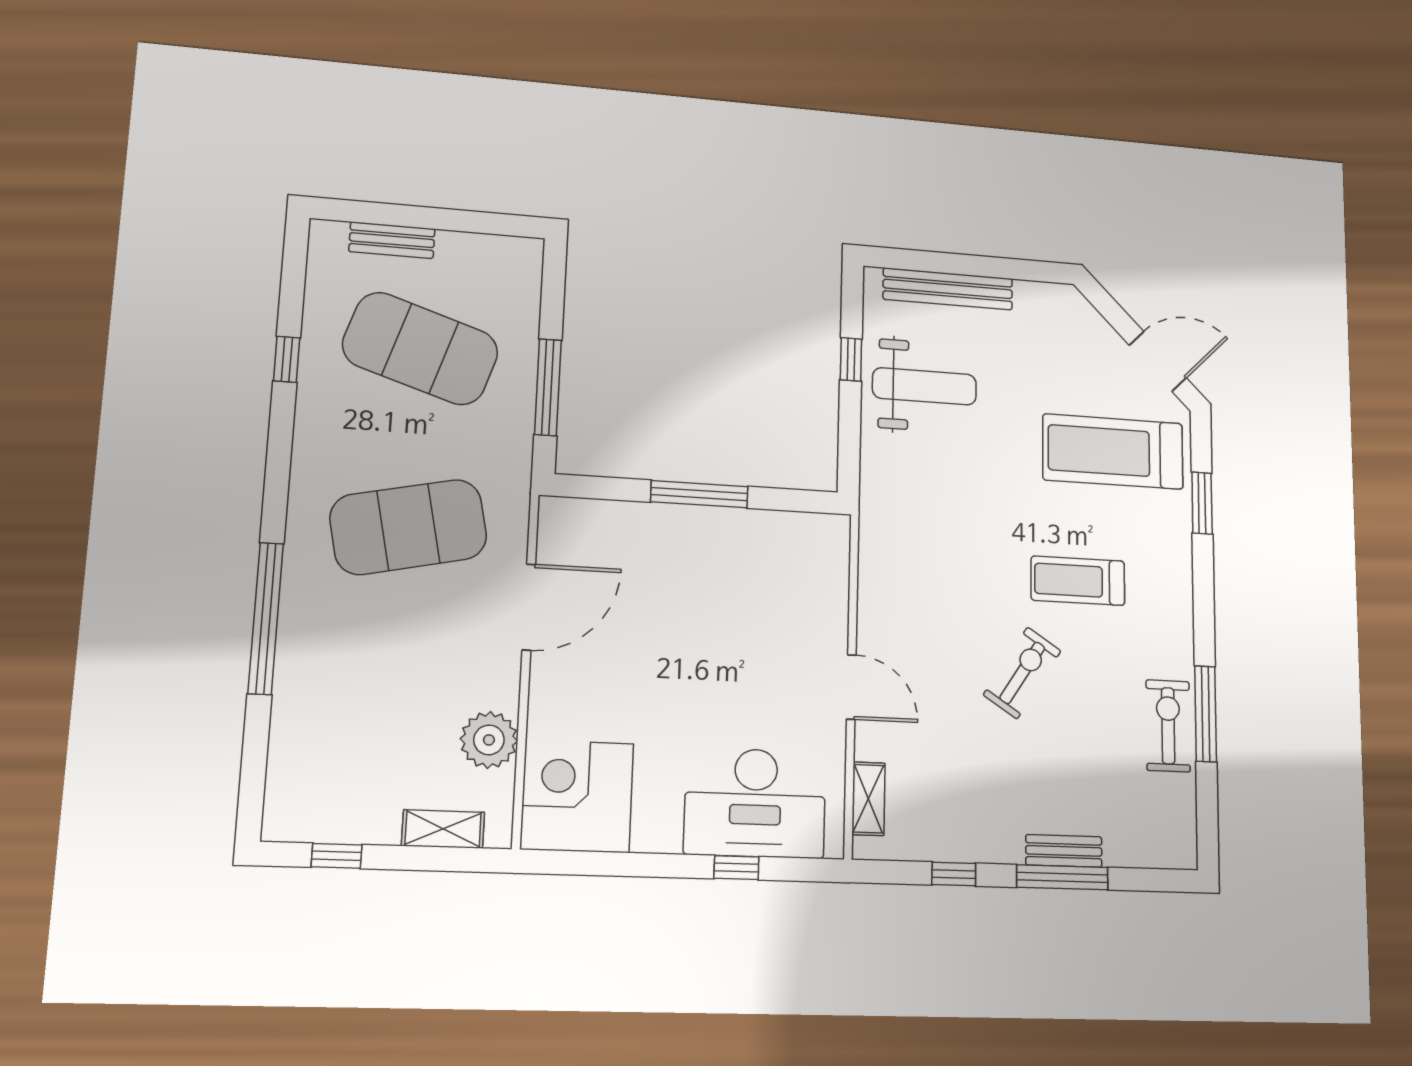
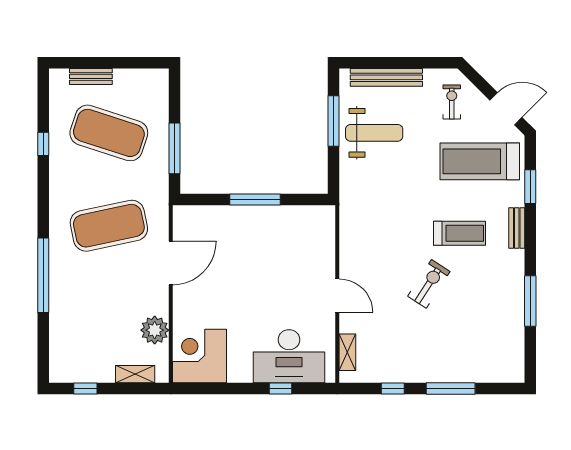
window: (851, 359) -> (334, 121), width x2.17
treadmill: (1078, 581) -> (460, 233), turned 180
exercise bike: (1168, 726) -> (452, 102), moved, width x0.73, depth x0.72
bench: (1064, 851) -> (517, 228), moved, turned 90

